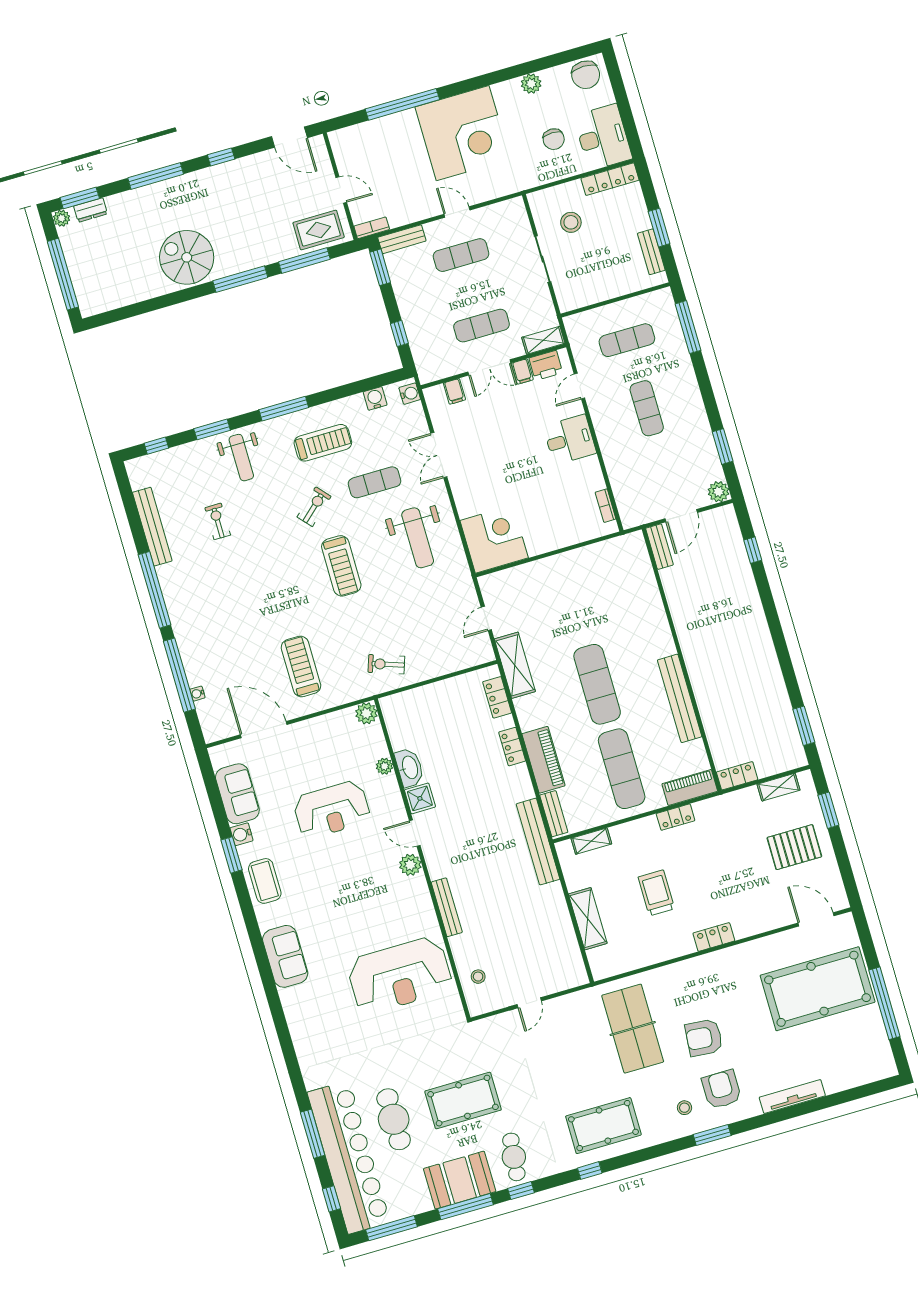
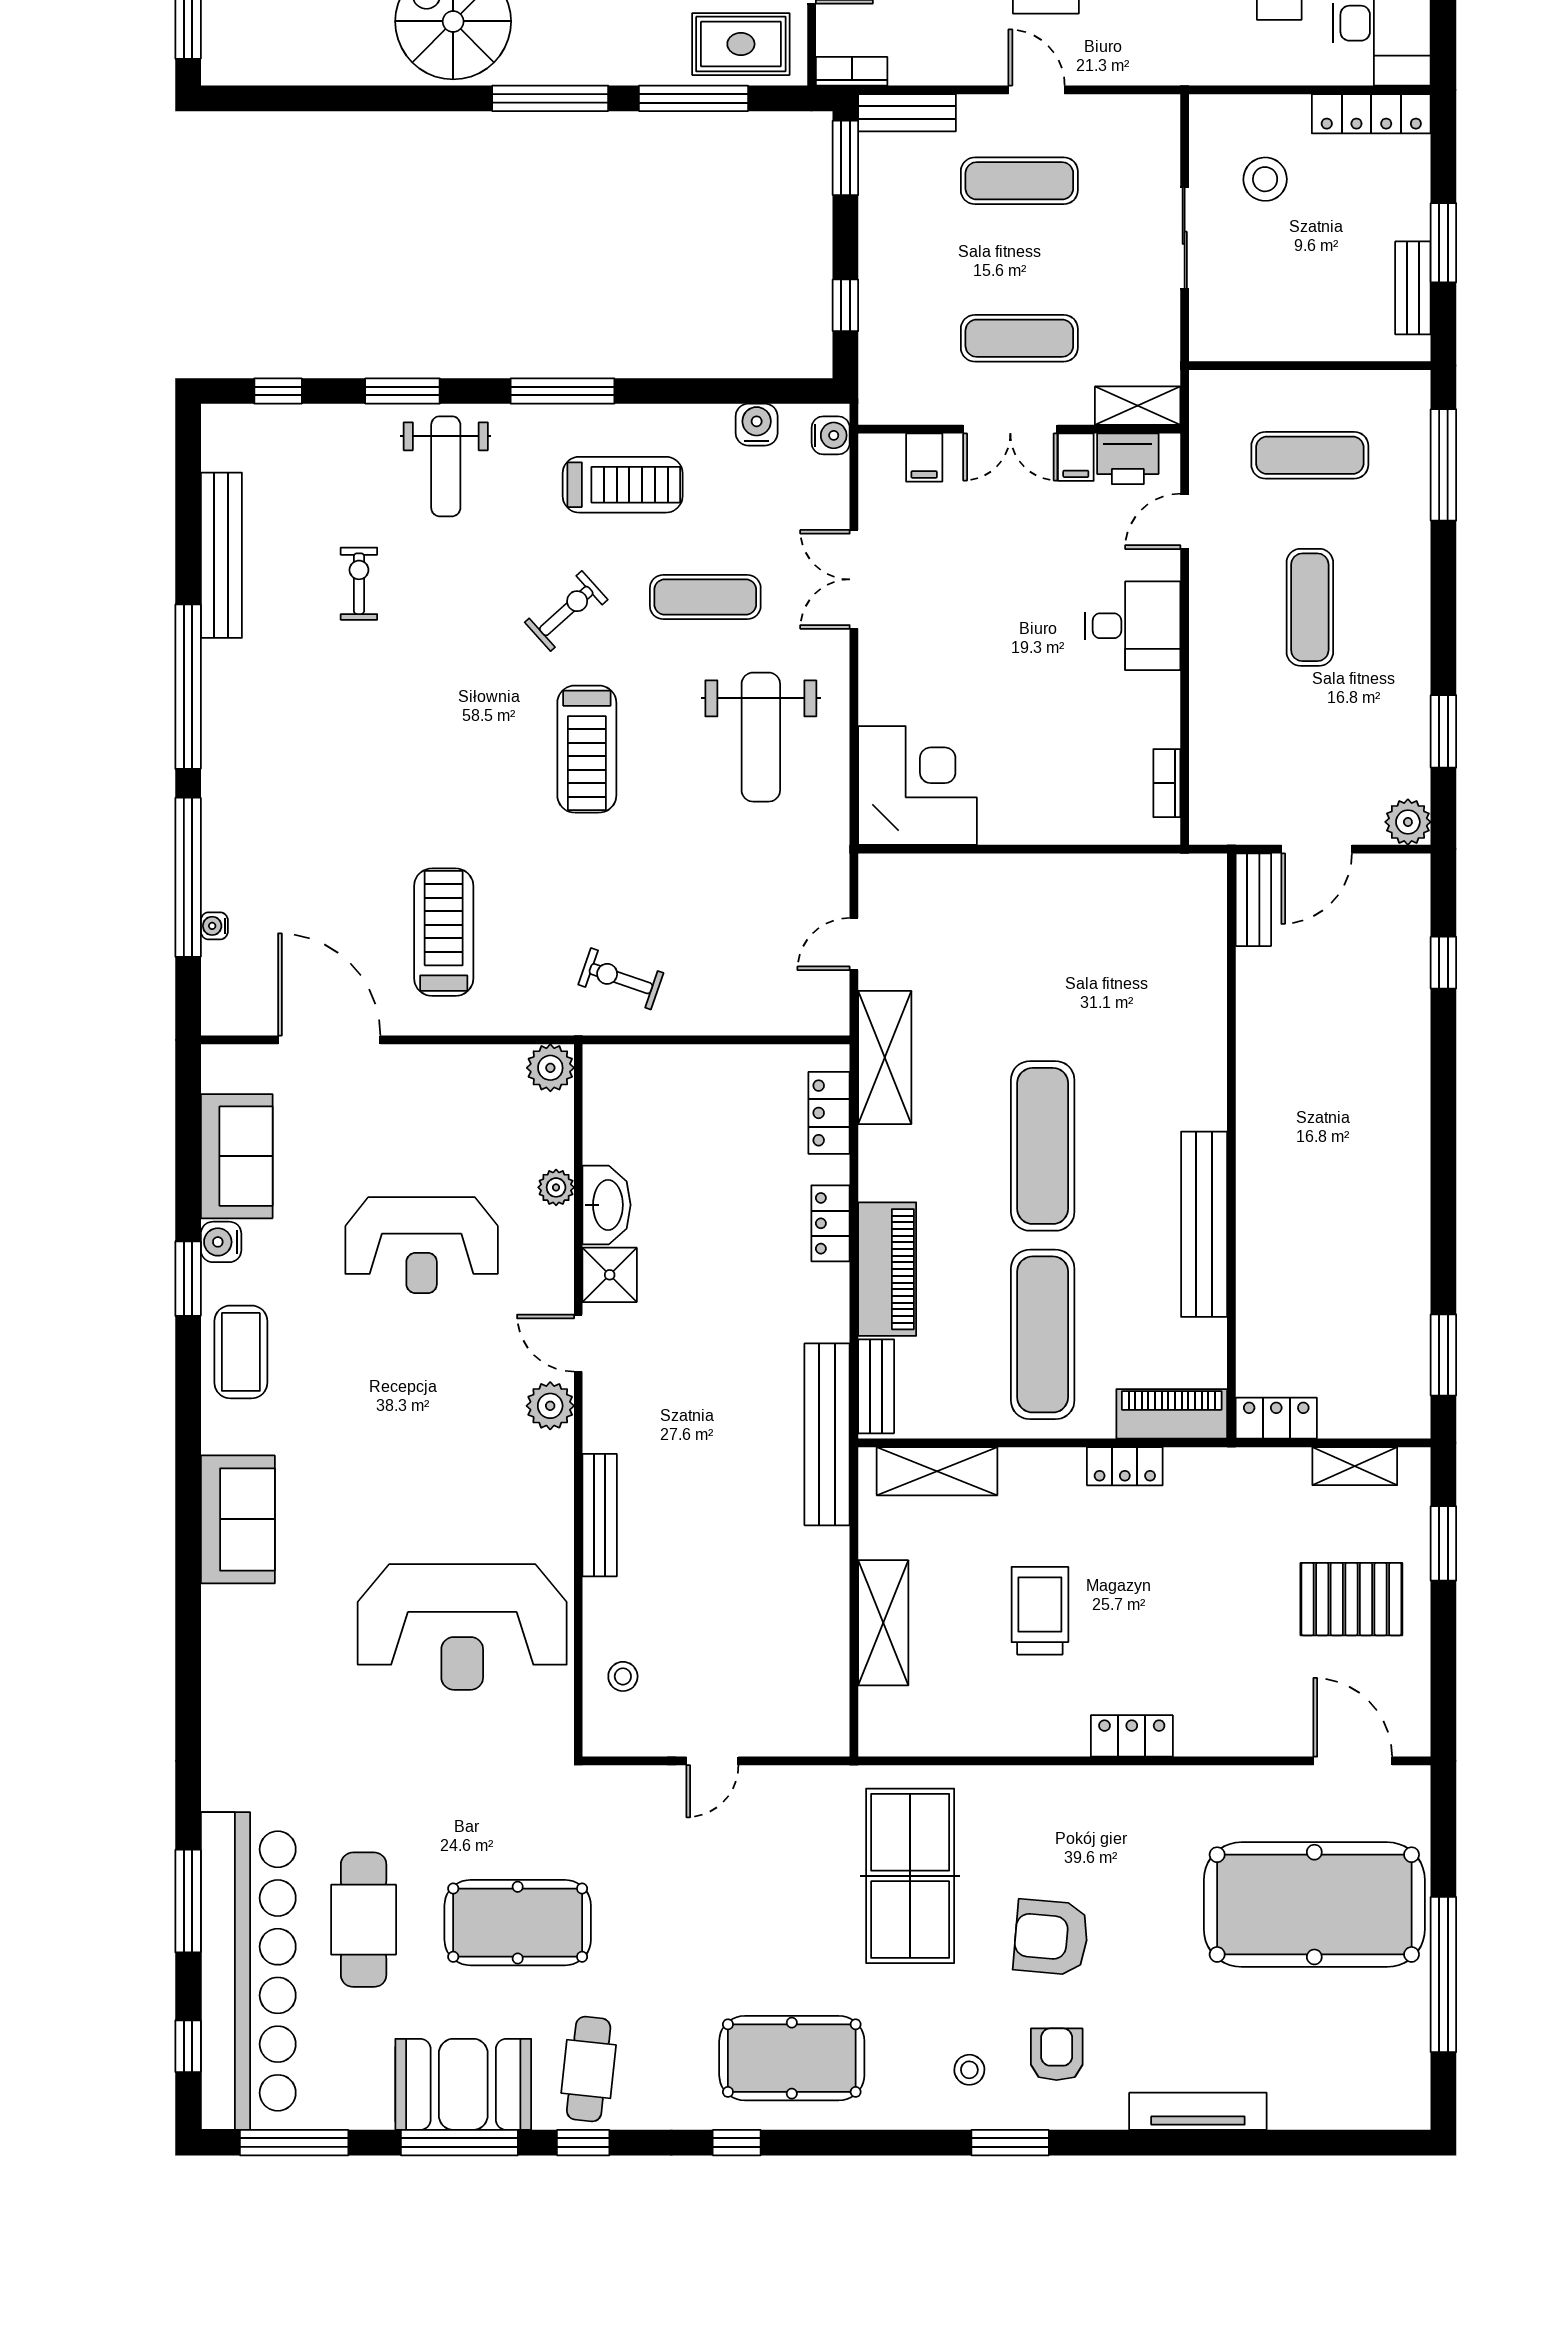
shelving: (591, 841) -> (937, 1471), width x1.50, depth x1.33
armchair: (722, 1089) -> (1057, 2054), width x0.72, depth x0.72

